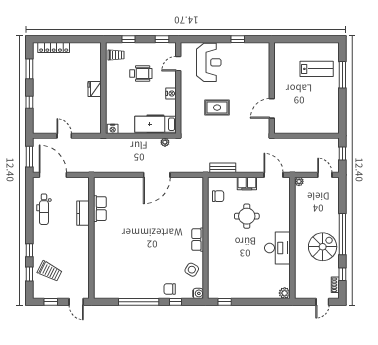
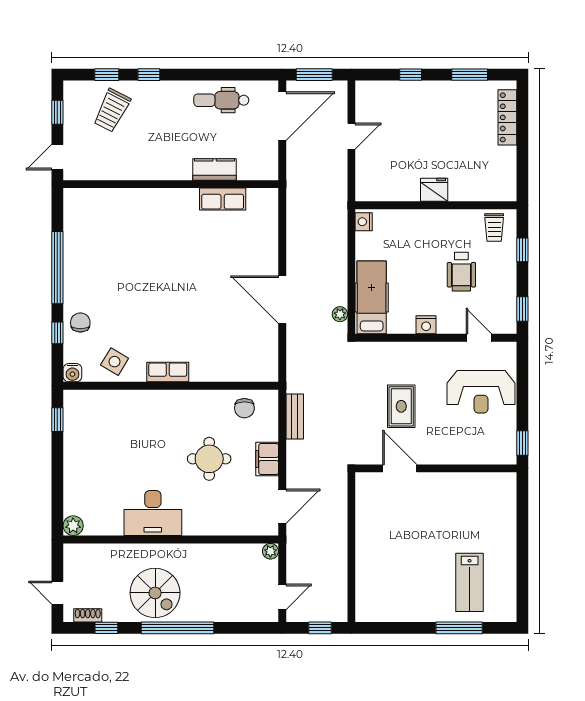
wall: (272, 88) -> (436, 468), moved
door: (272, 108) -> (400, 468), moved

